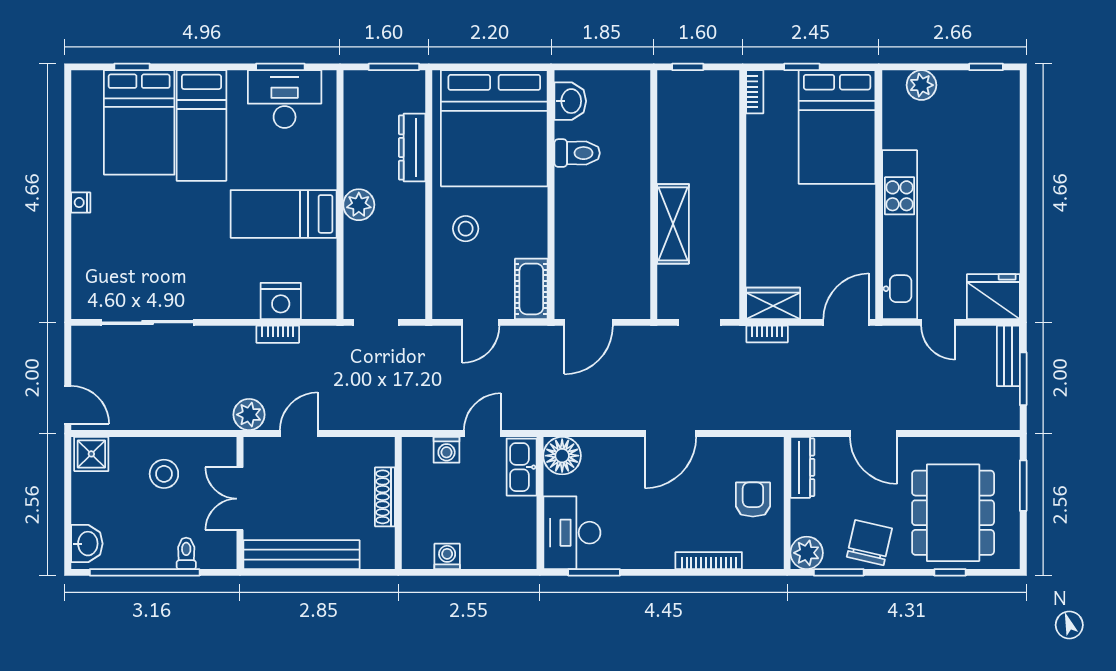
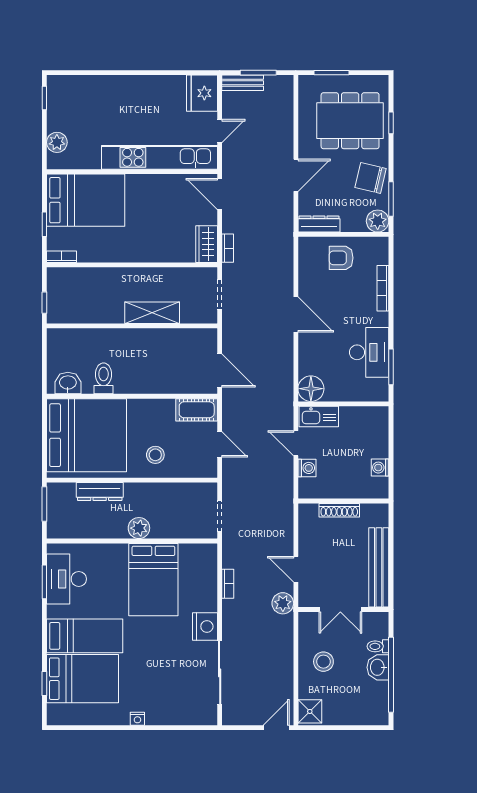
bed: (284, 214) -> (153, 580), width x1.50
nightstand: (281, 301) -> (205, 627), moved
desk: (572, 533) -> (369, 352), moved, turned -90
washbasin: (87, 544) -> (378, 667), moved, turned -90

